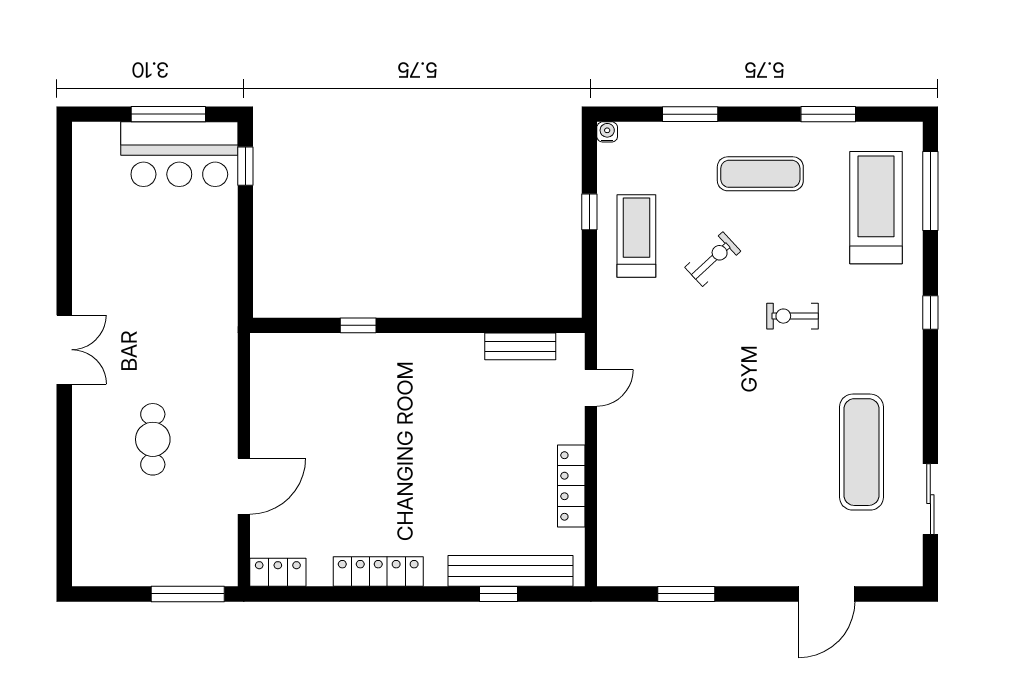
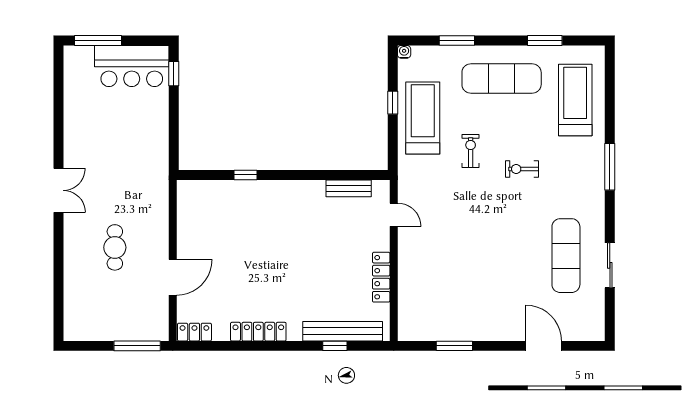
window: (168, 114) -> (98, 40), moved
exercise mat: (760, 174) -> (502, 78), width x1.36, depth x1.45
window: (930, 191) -> (610, 89), removed
treadmill: (636, 236) -> (423, 118), width x1.37, depth x1.38
exercise bike: (713, 259) -> (471, 151), moved, turned -47
window: (930, 312) -> (610, 167), width x2.17
door: (591, 388) -> (394, 215), hinge flipped
sliding door: (930, 499) -> (610, 265), moved
door: (827, 594) -> (544, 346), swing flipped

